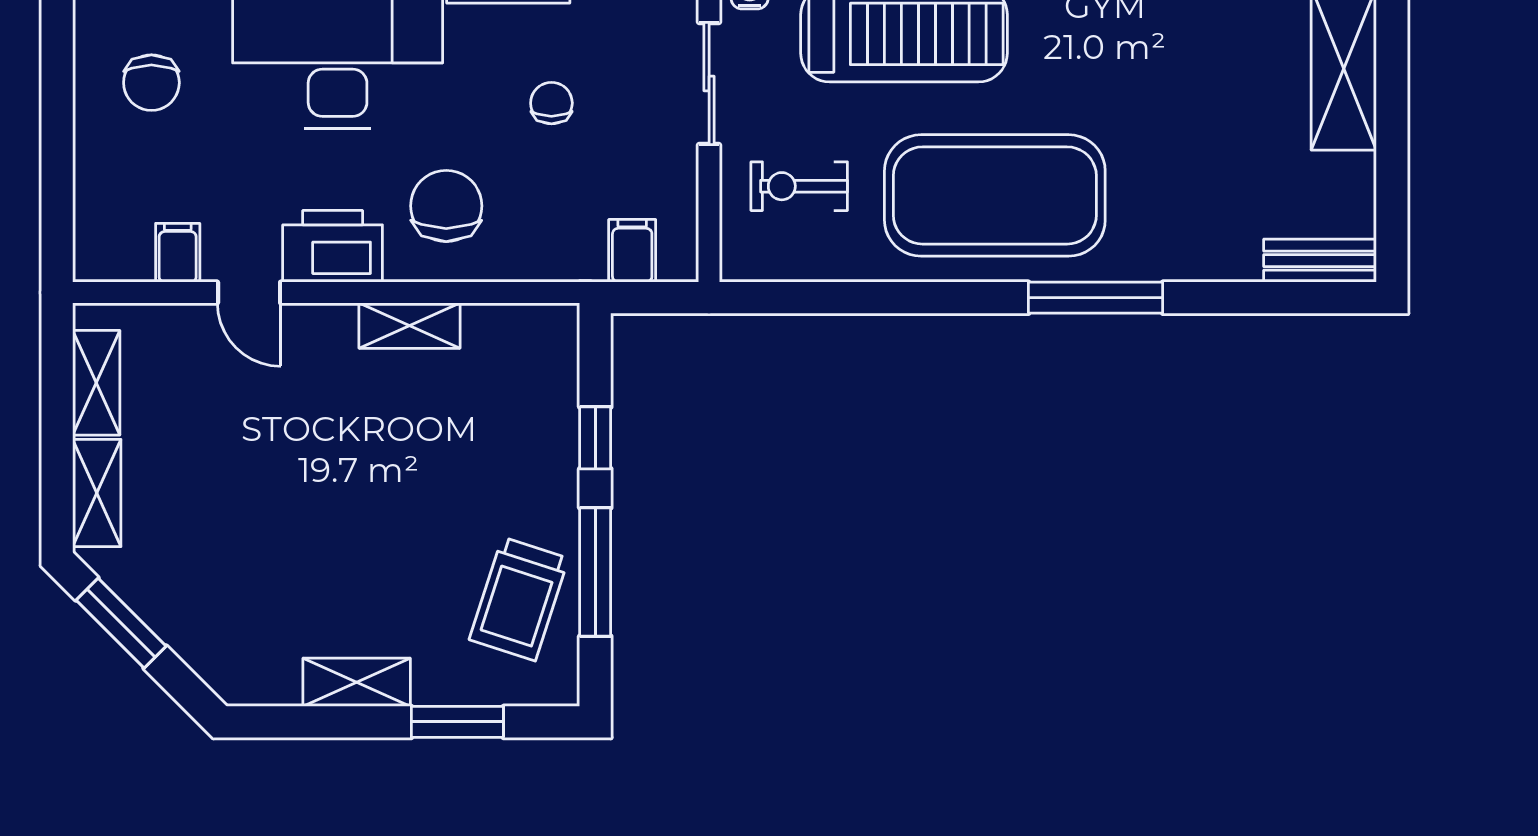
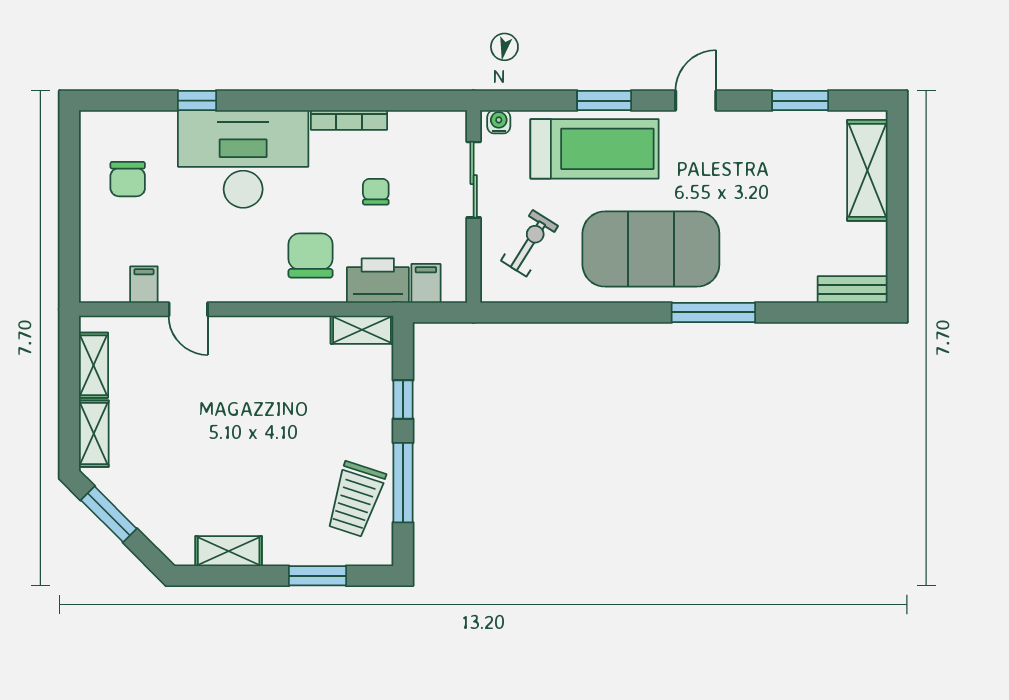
exercise bike: (799, 186) -> (529, 243), turned 122
printer: (333, 246) -> (378, 281), moved
shelving: (410, 326) -> (362, 330), moved
shelving: (357, 682) -> (229, 551), moved

